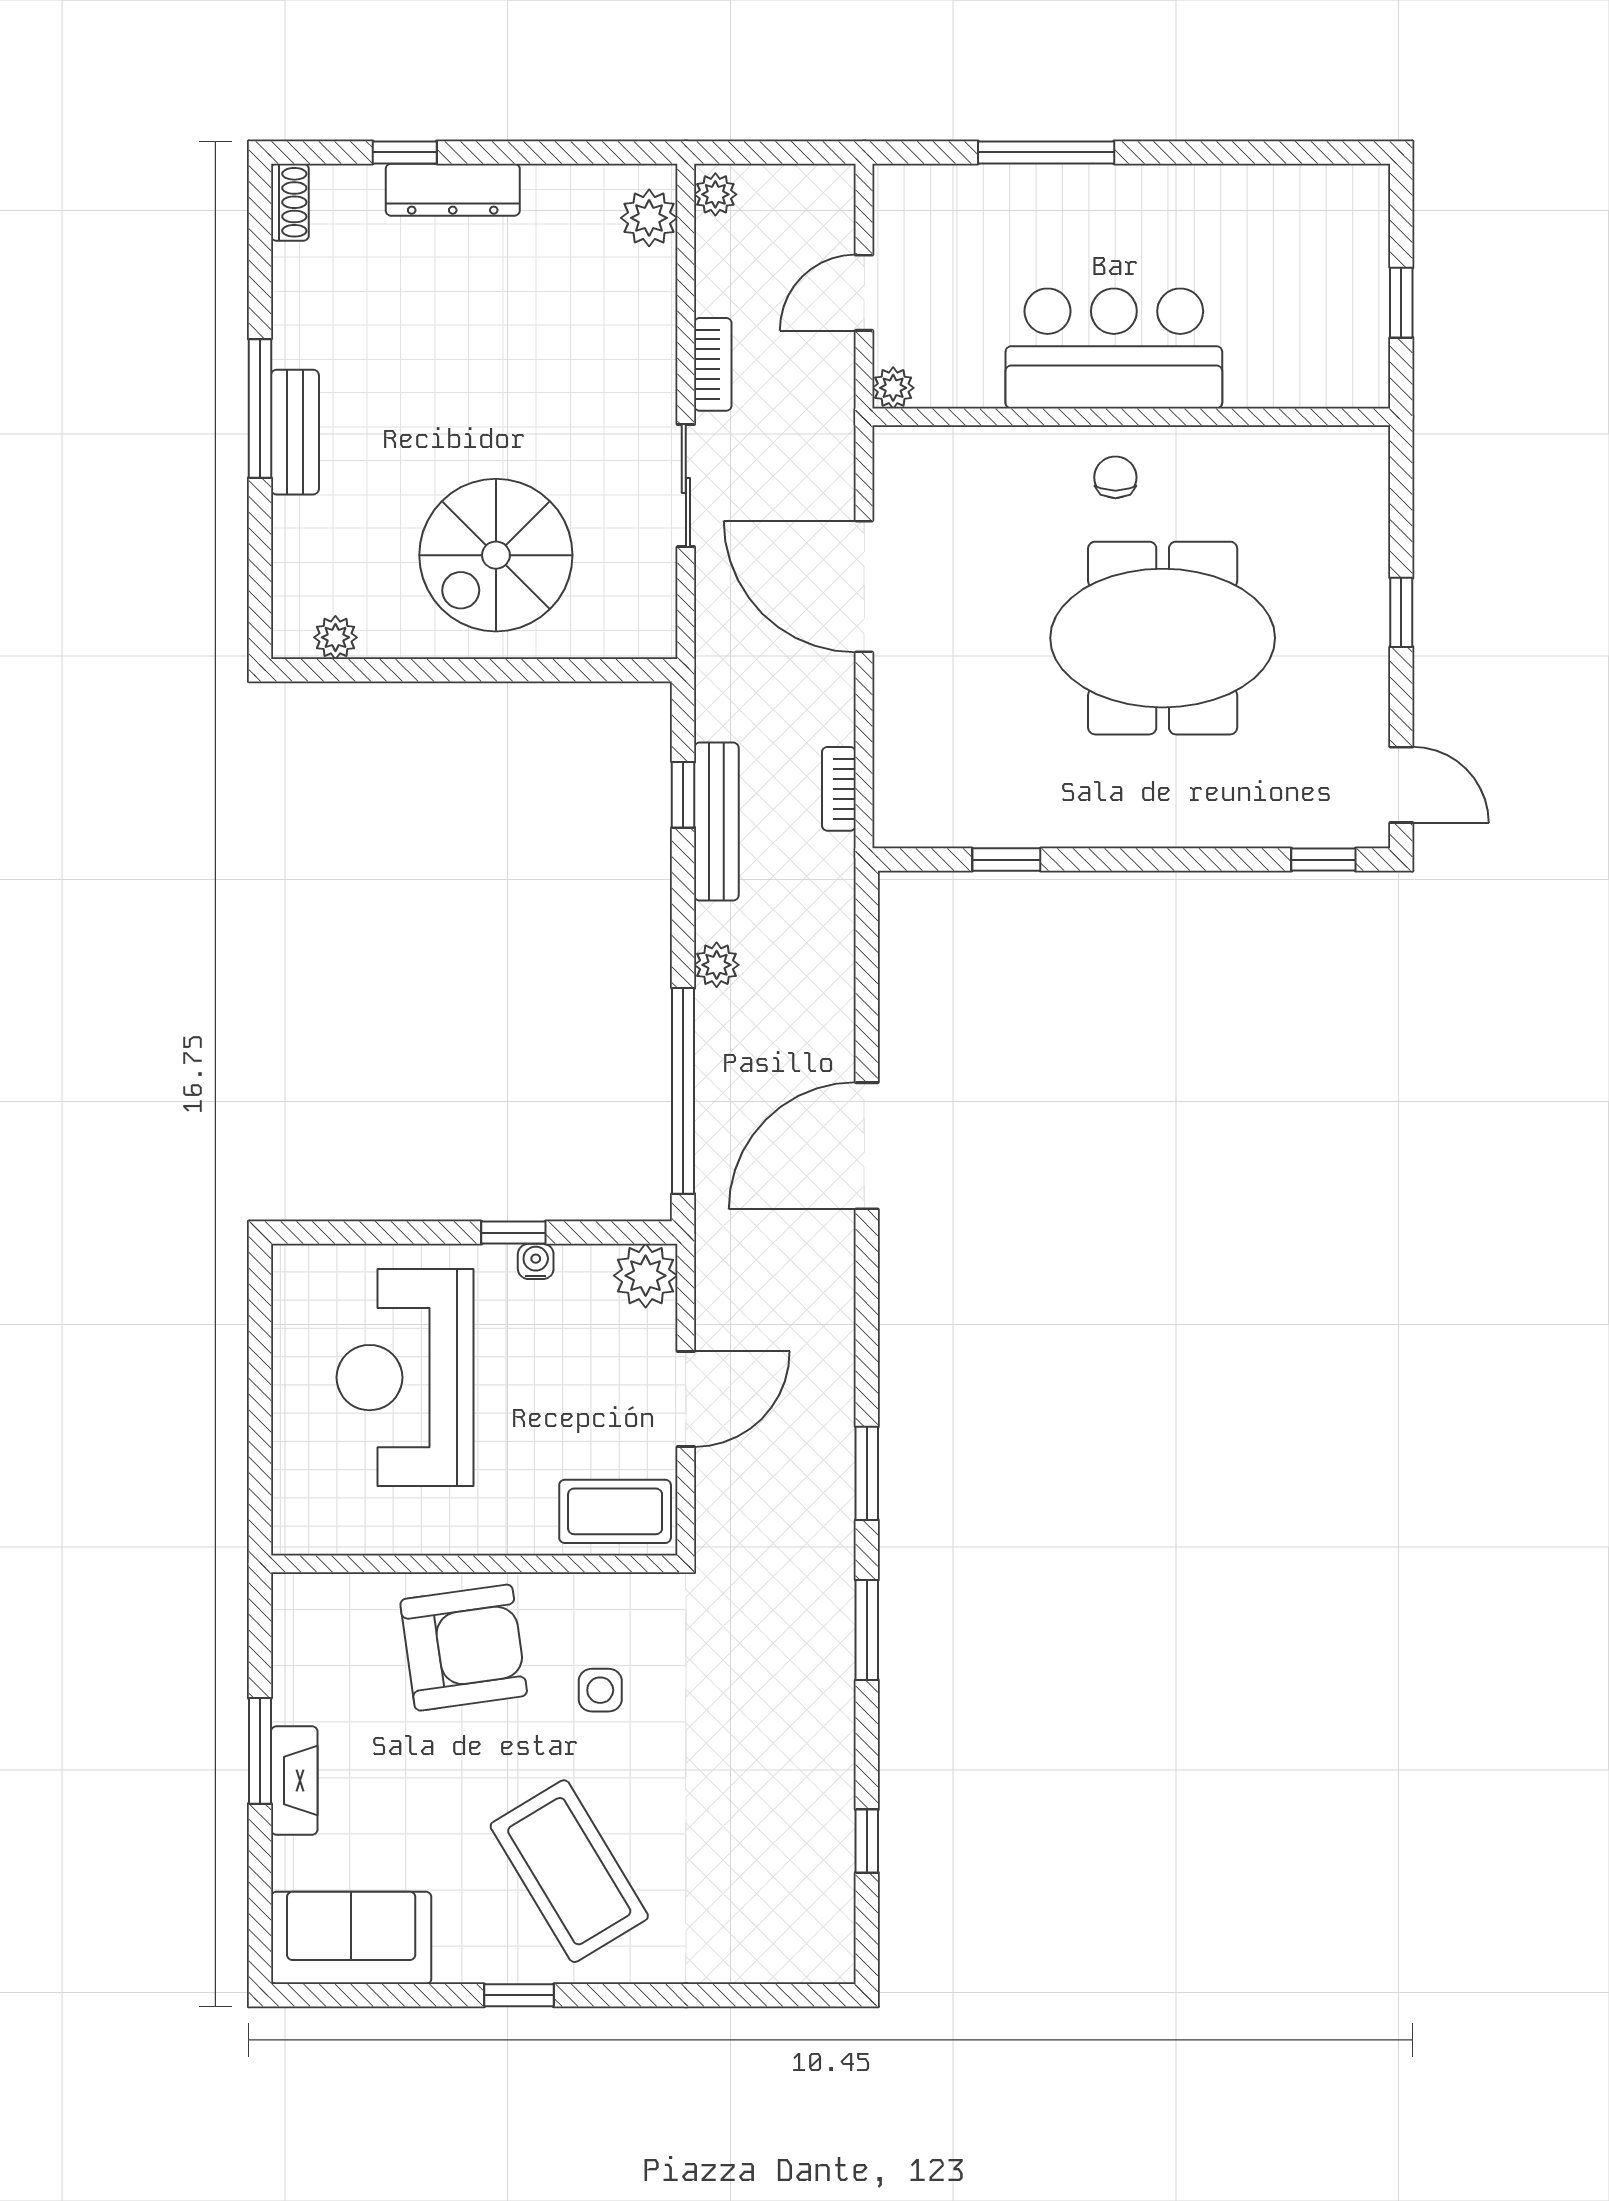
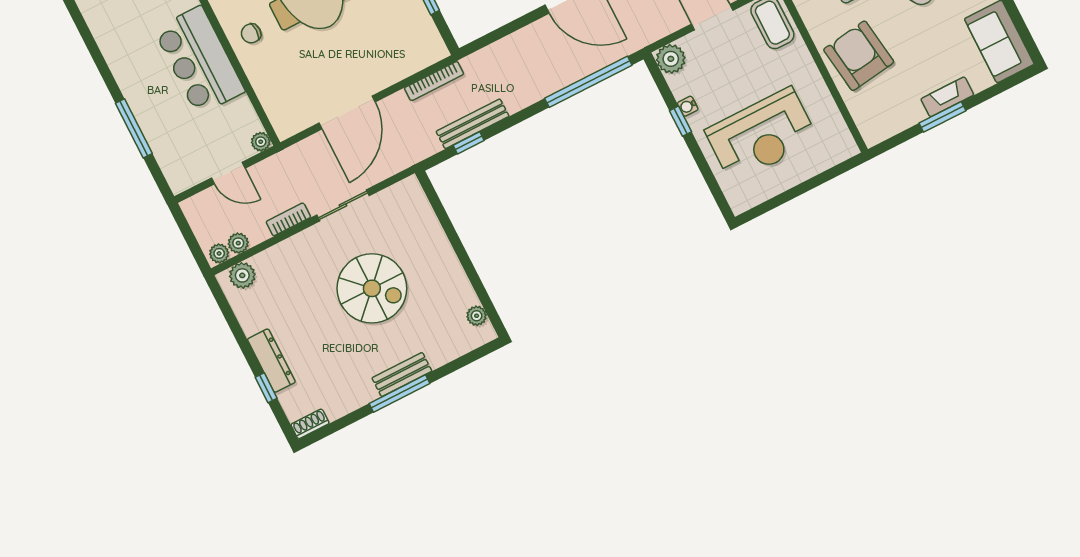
spiral stairs: (496, 555) -> (372, 288), moved
bookcase: (839, 789) -> (434, 81), width x1.56
plant: (717, 965) -> (238, 243), moved

